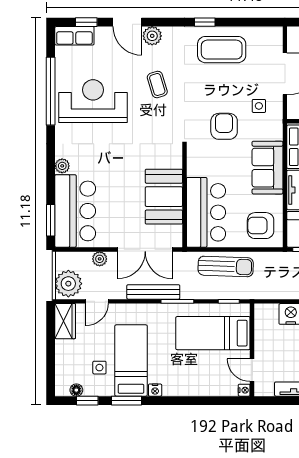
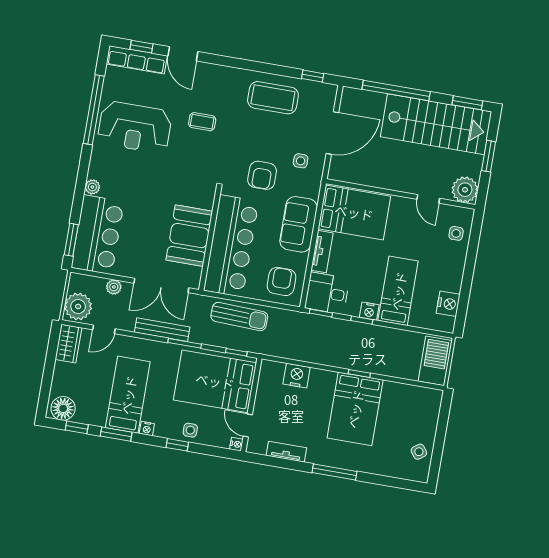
window: (205, 22) -> (313, 76), moved
row of seats: (74, 36) -> (137, 60), width x1.48
plant: (152, 36) -> (205, 72), removed
coffee table: (157, 84) -> (202, 122), turned -73
reception desk: (93, 101) -> (135, 127), turned 180
armchair: (224, 126) -> (262, 175), turned 180
bar counter: (206, 212) -> (231, 246), width x1.36
armchair: (261, 226) -> (281, 281), turned 90
bed: (213, 333) -> (215, 381), width x1.50
side table: (99, 368) -> (190, 430), moved
floor lamp: (76, 390) -> (63, 408), width x1.89, depth x1.89
window: (187, 401) -> (177, 445), added

